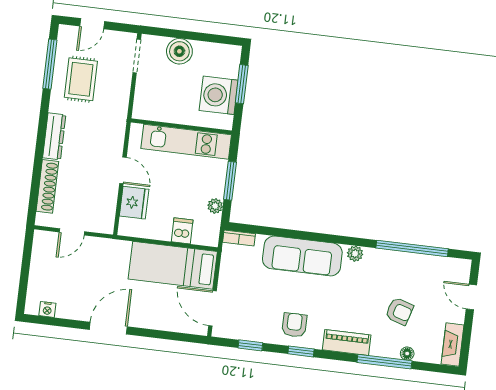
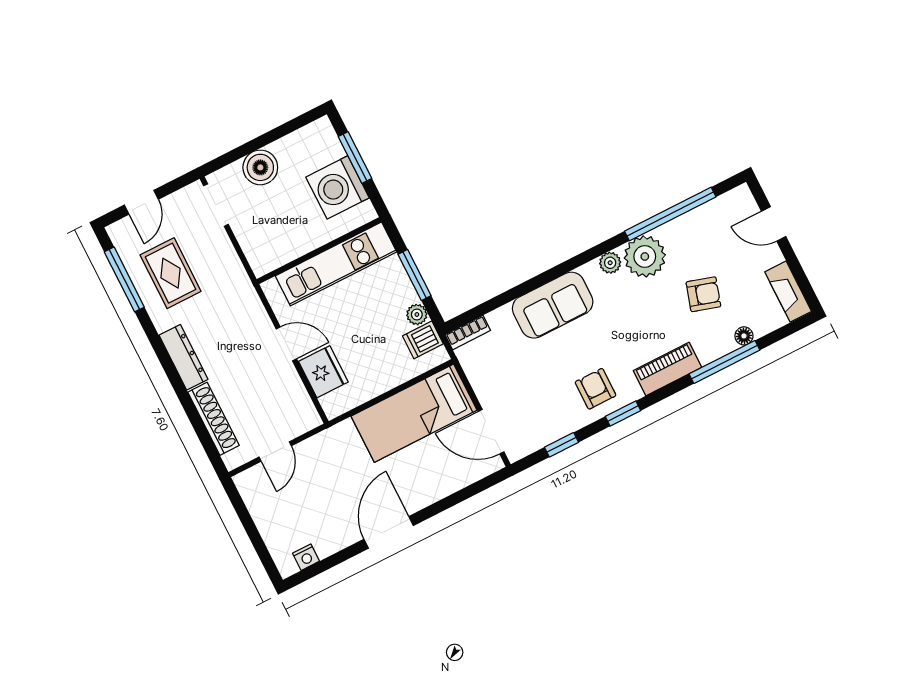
dishwasher: (182, 231) -> (423, 340), moved, turned -90
sofa: (302, 256) -> (553, 305), width x0.73
plant: (379, 264) -> (645, 256), added

